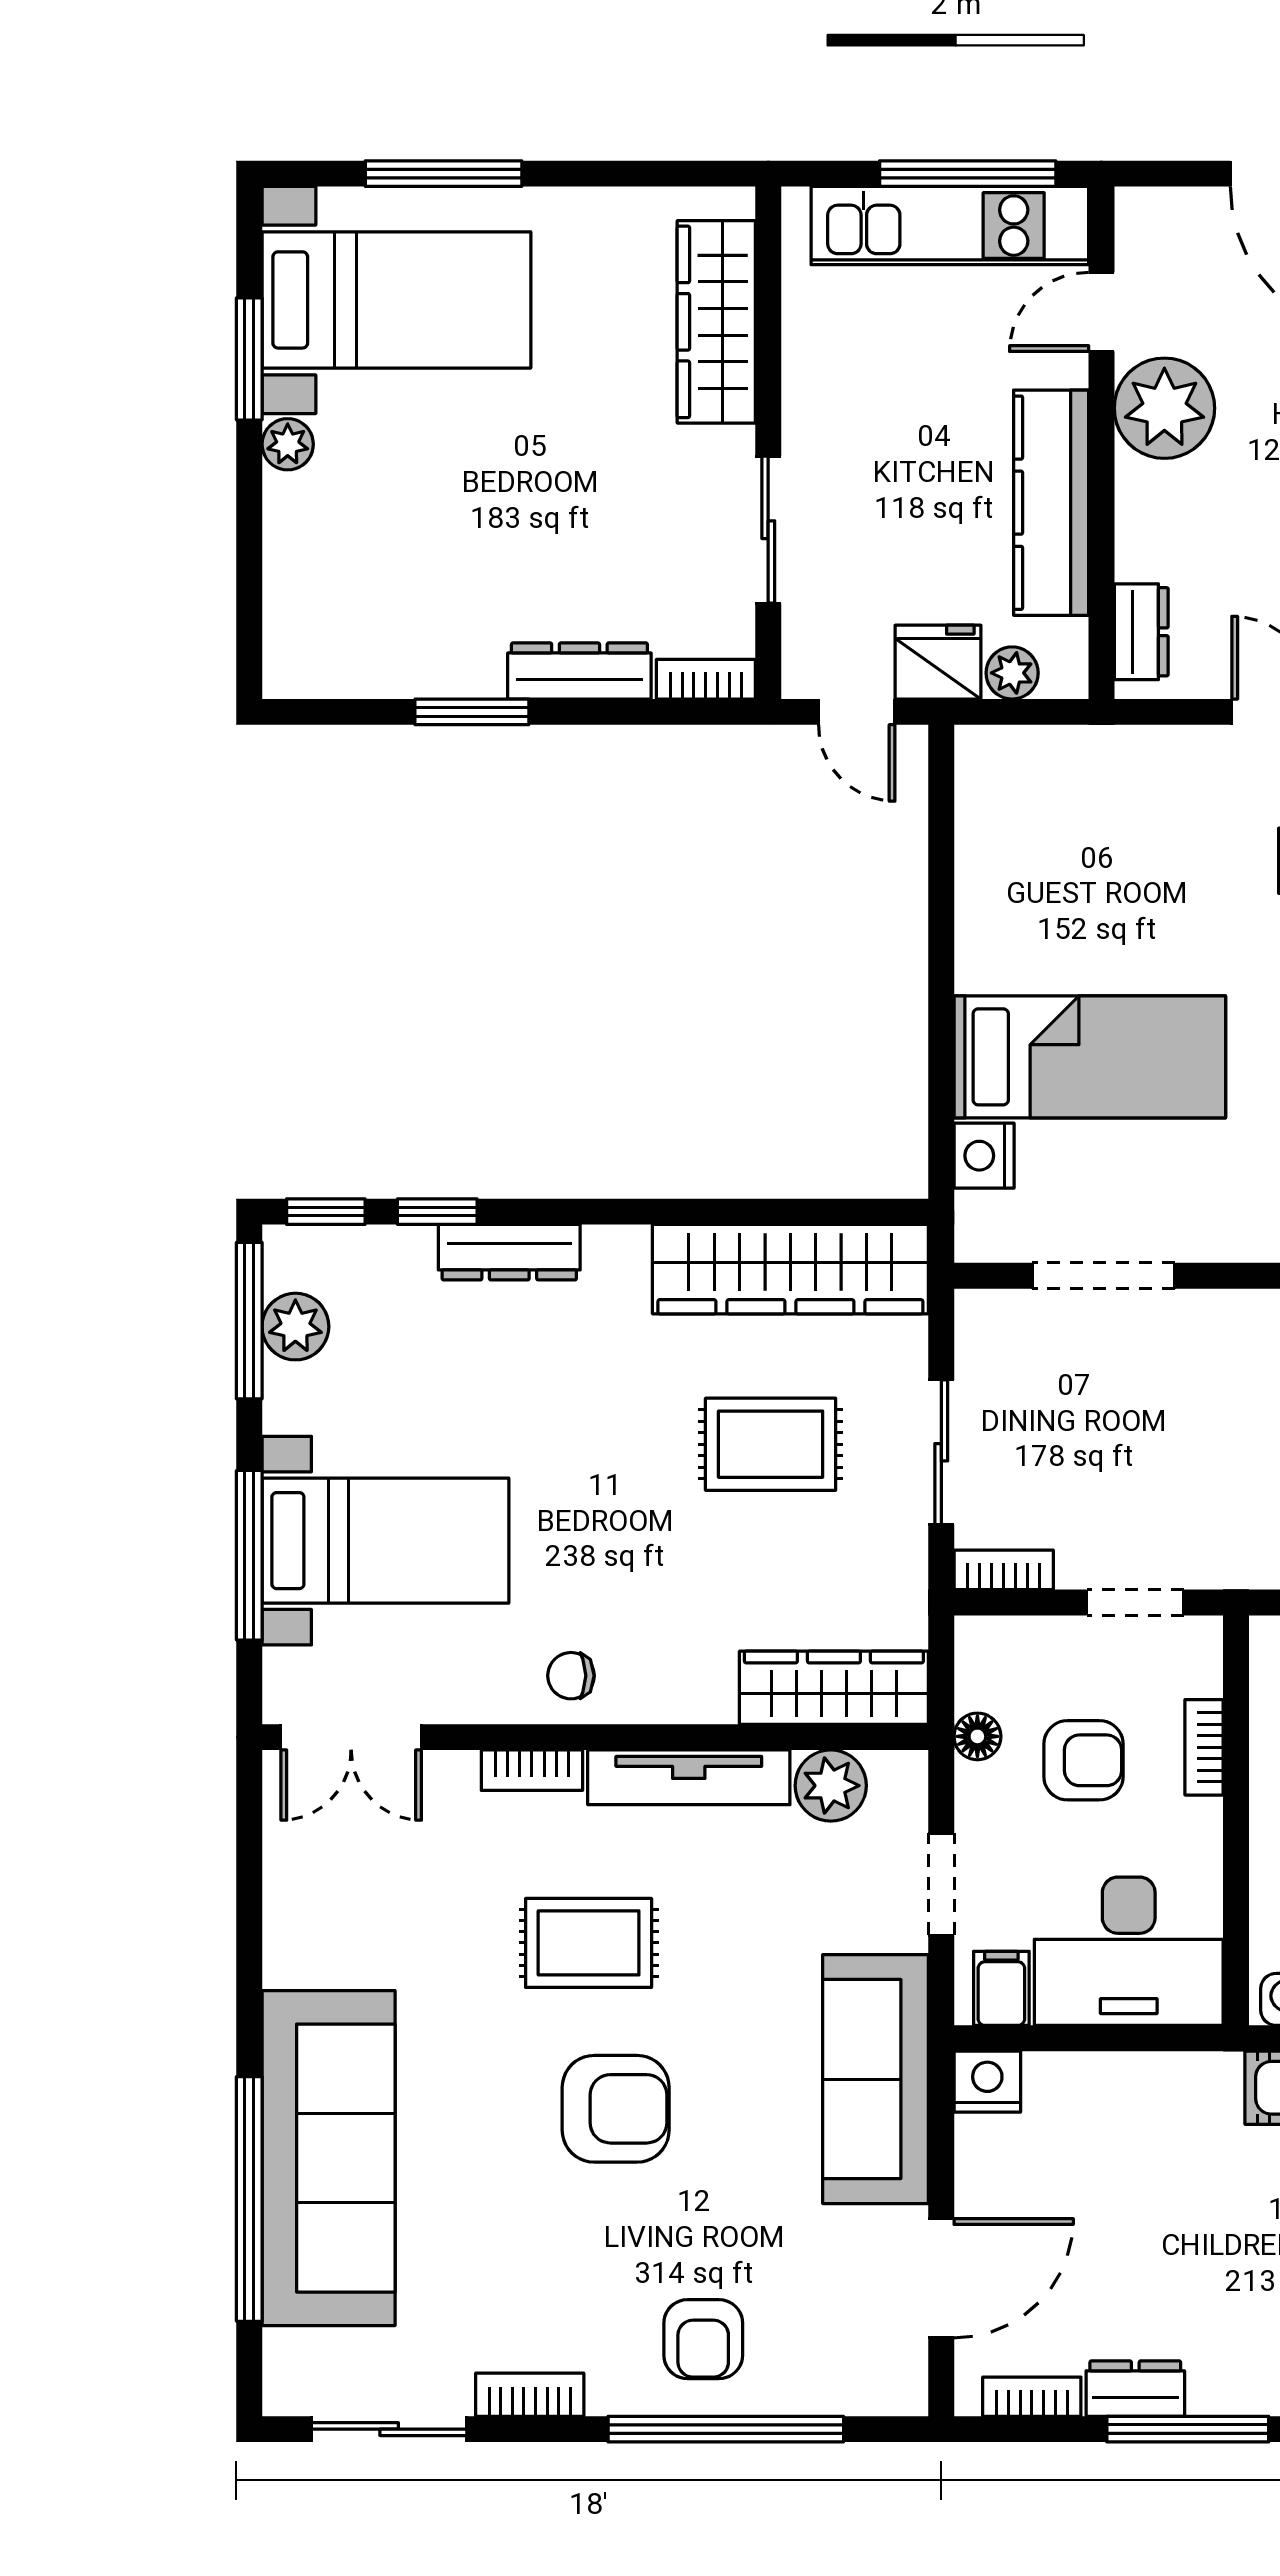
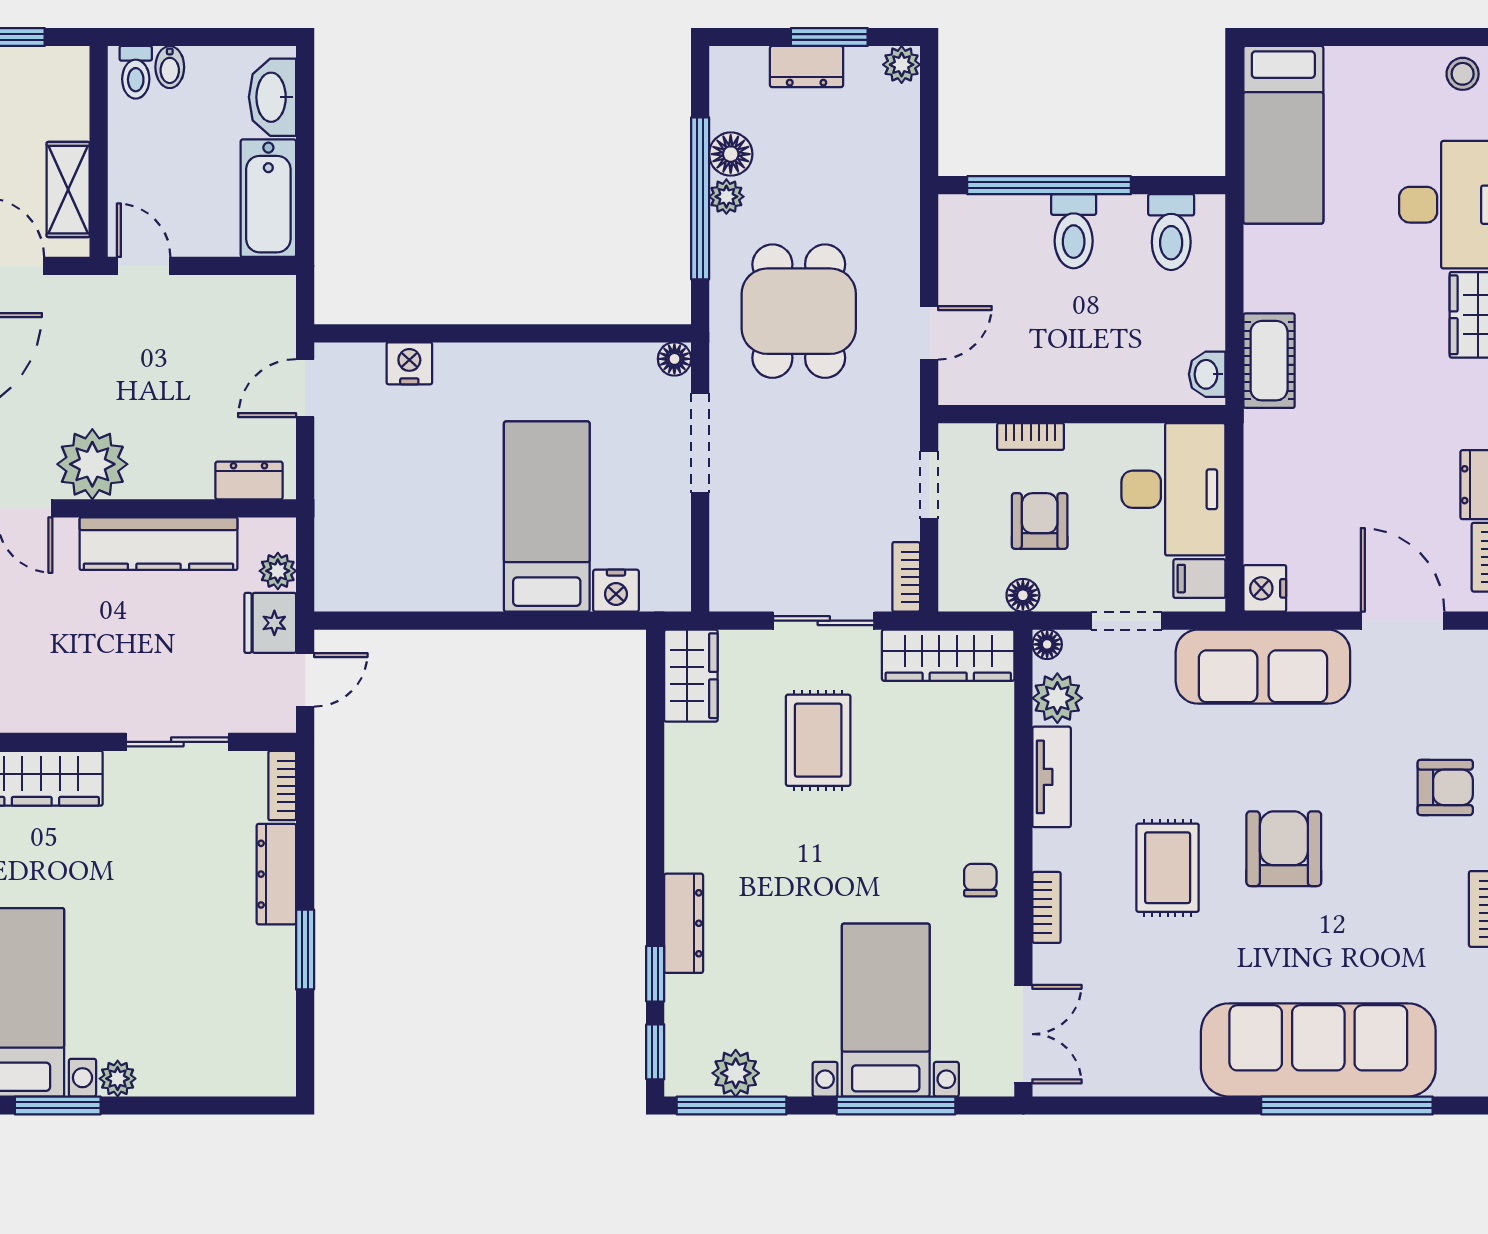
wardrobe: (790, 1269) -> (691, 676), width x0.48, depth x0.85
doorway: (1103, 1276) -> (700, 443), moved
chair: (571, 1676) -> (980, 880), turned 180
wardrobe: (834, 1688) -> (948, 655), moved, turned -90
floor lamp: (907, 1771) -> (1047, 644), added
tv unit: (689, 1777) -> (1052, 777), width x0.71

